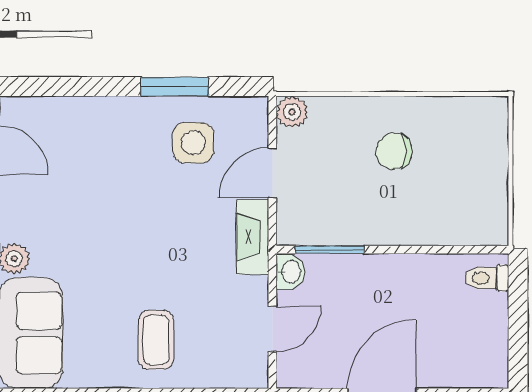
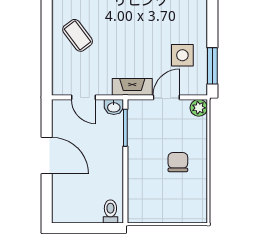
window: (175, 87) -> (212, 66), moved
door: (272, 173) -> (166, 97), hinge flipped
coffee table: (156, 340) -> (78, 35), turned 53

